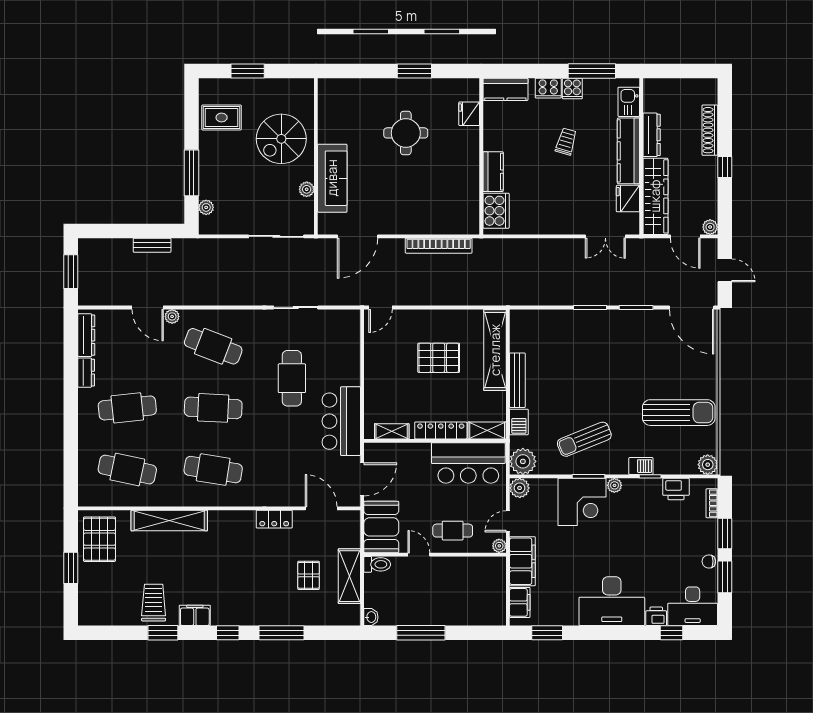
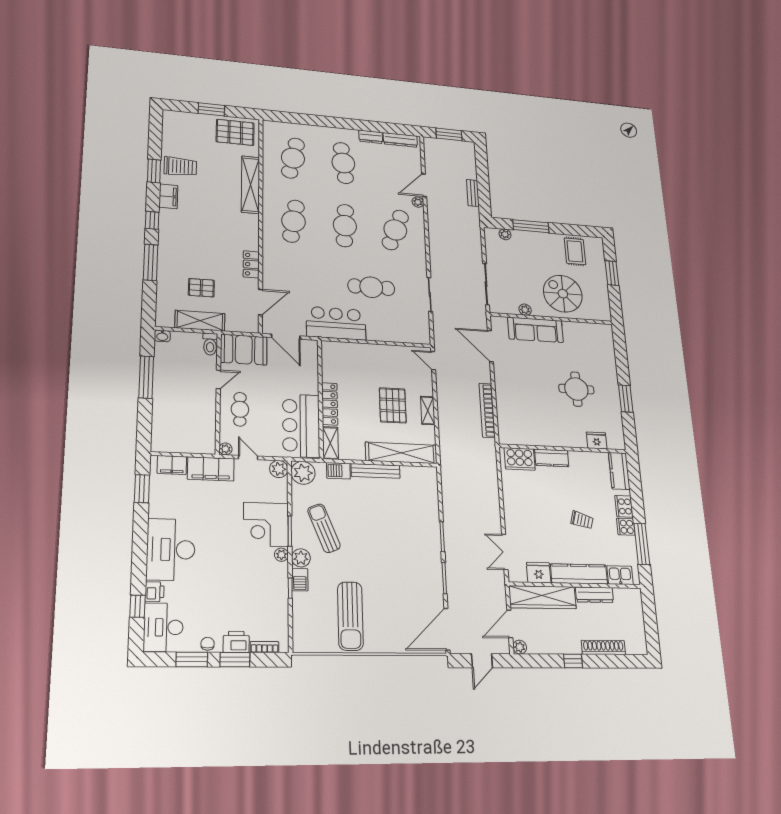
shelving: (392, 431) -> (428, 410), moved
plant: (708, 465) -> (301, 558), moved
printer: (676, 489) -> (236, 642), moved, turned 90

